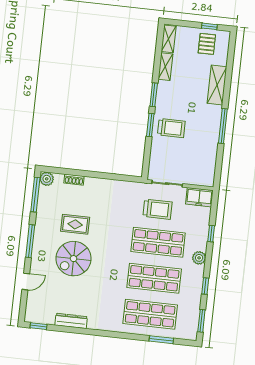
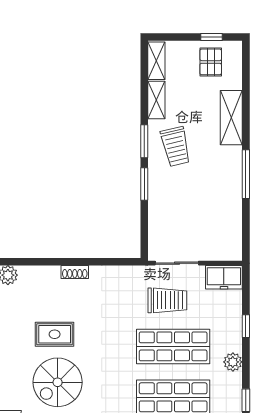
trolley: (171, 128) -> (176, 146), moved, turned 77
shoe rack: (74, 180) -> (75, 272), moved

